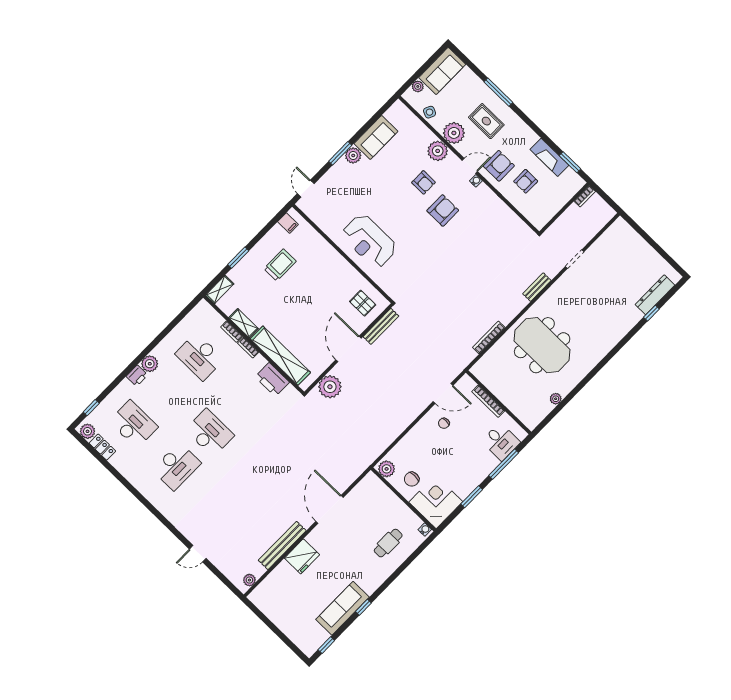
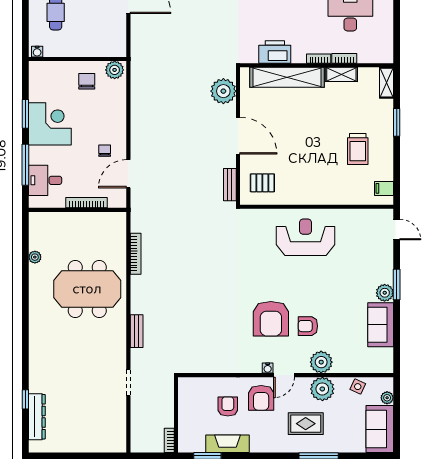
armchair: (443, 210) -> (271, 319), width x1.36, depth x1.36
bench: (381, 326) -> (230, 185), width x0.73
corner desk: (436, 502) -> (50, 124), moved, turned -90

